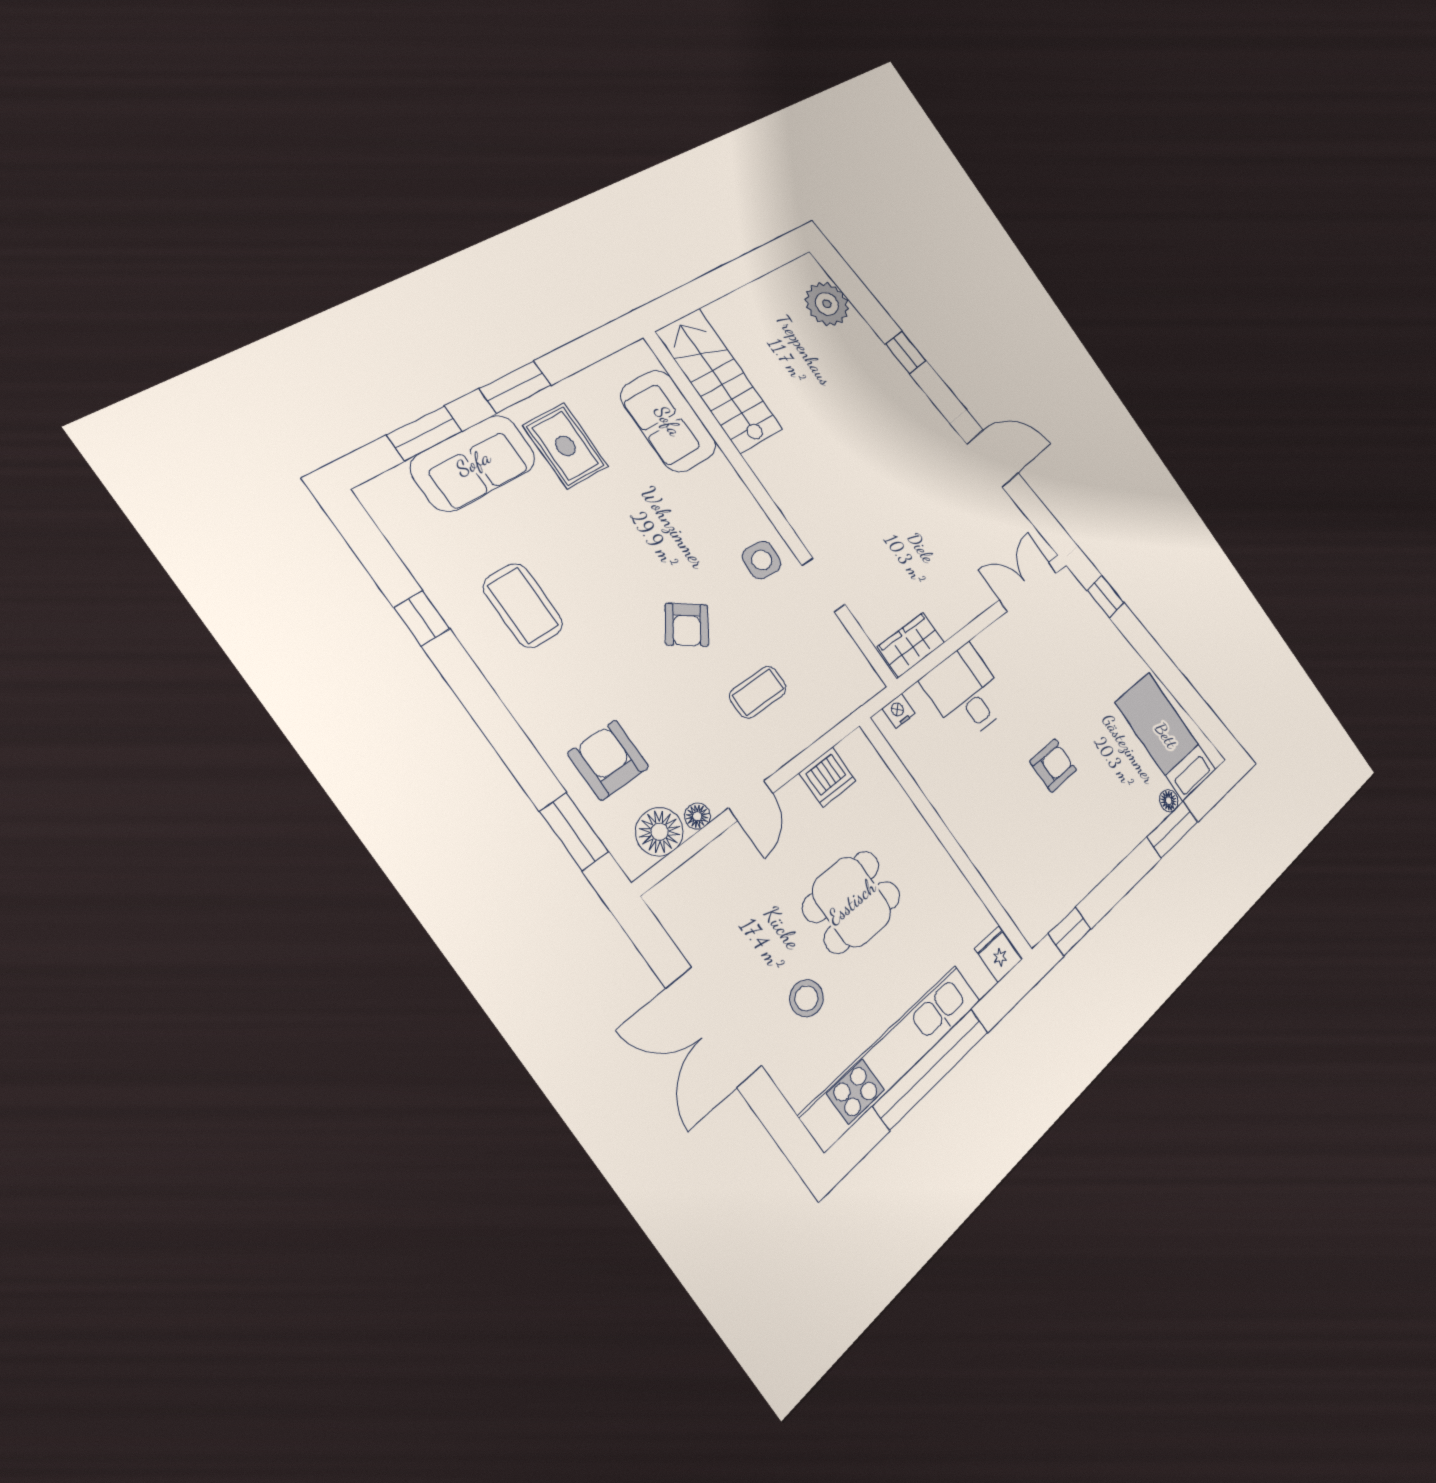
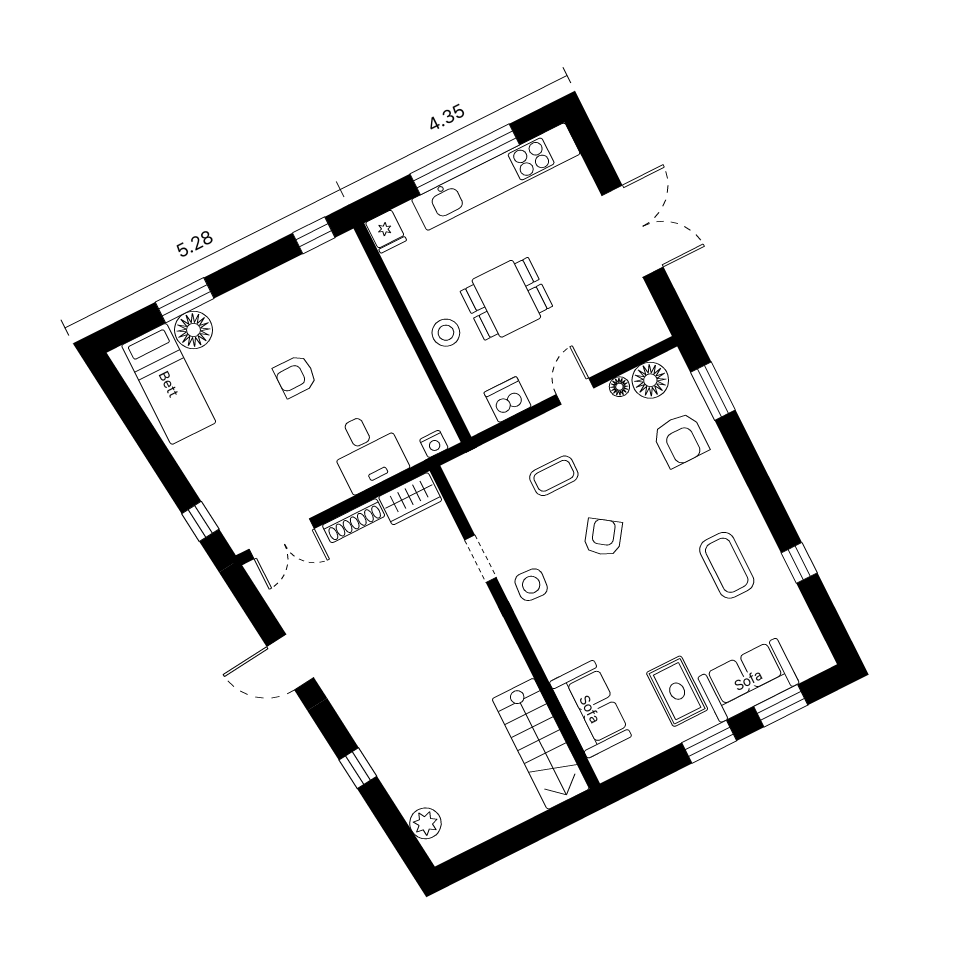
plant: (827, 304) -> (425, 823), width x0.73, depth x0.73
shoe rack: (963, 614) -> (354, 521), added
floor lamp: (1169, 801) -> (193, 330), width x1.89, depth x1.89
stool: (806, 998) -> (446, 333), moved

